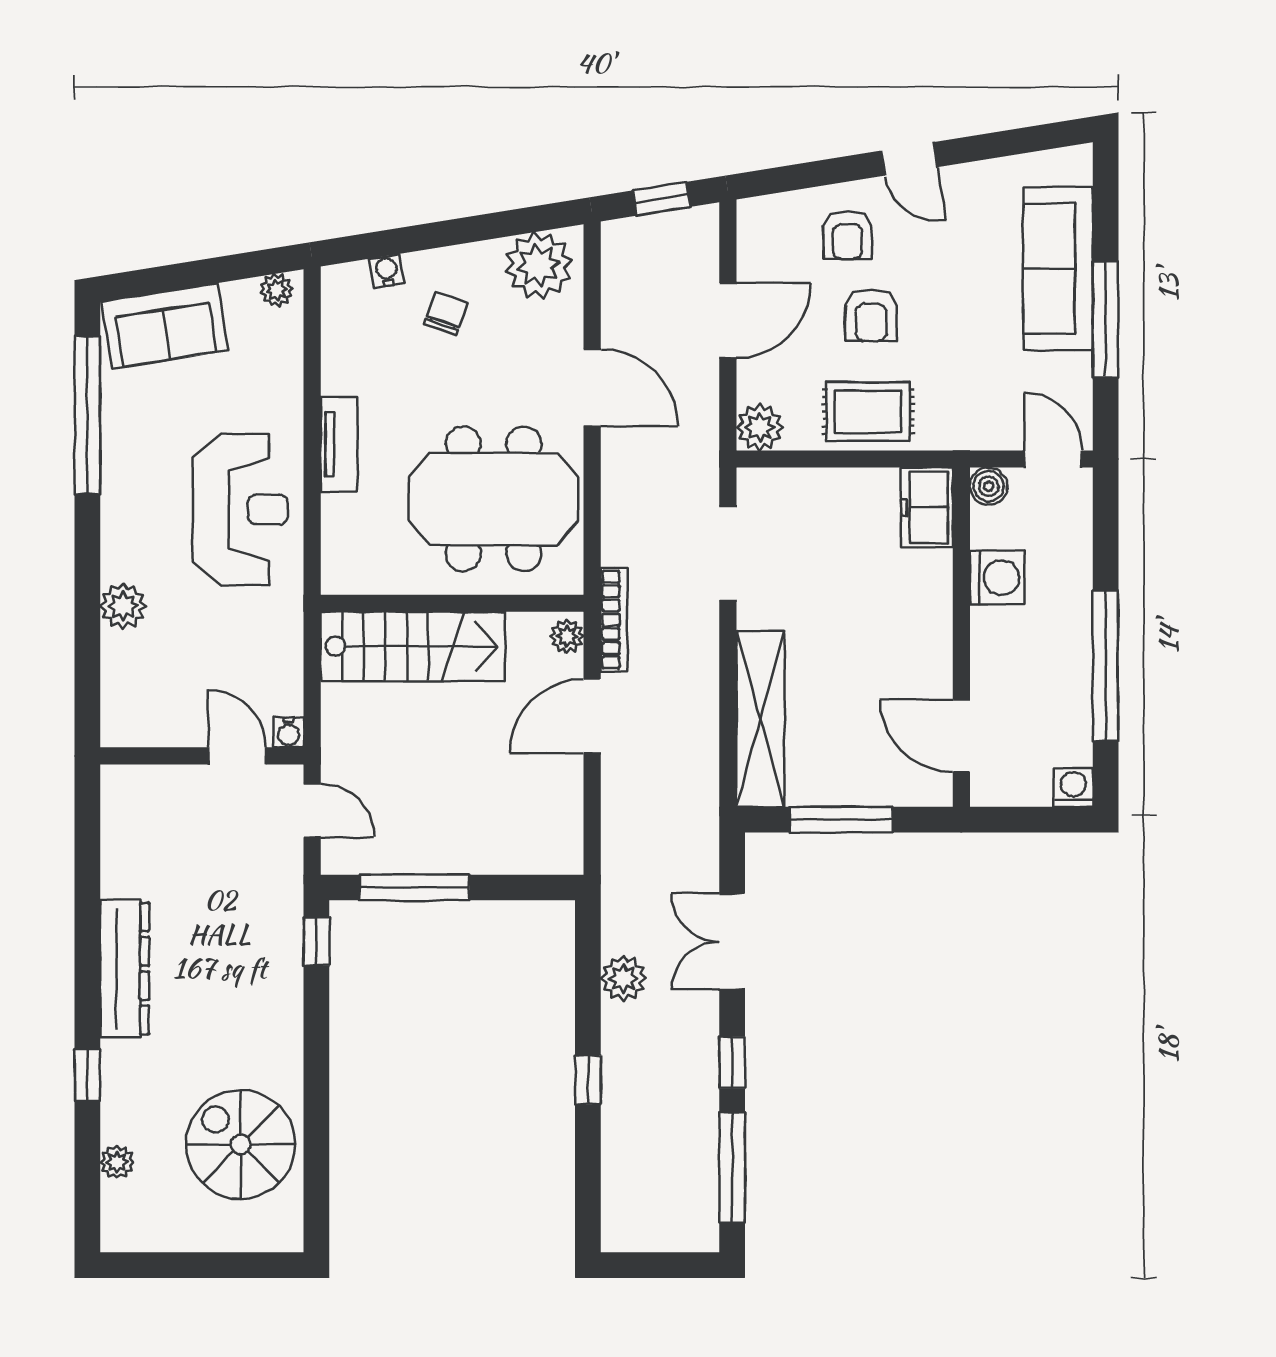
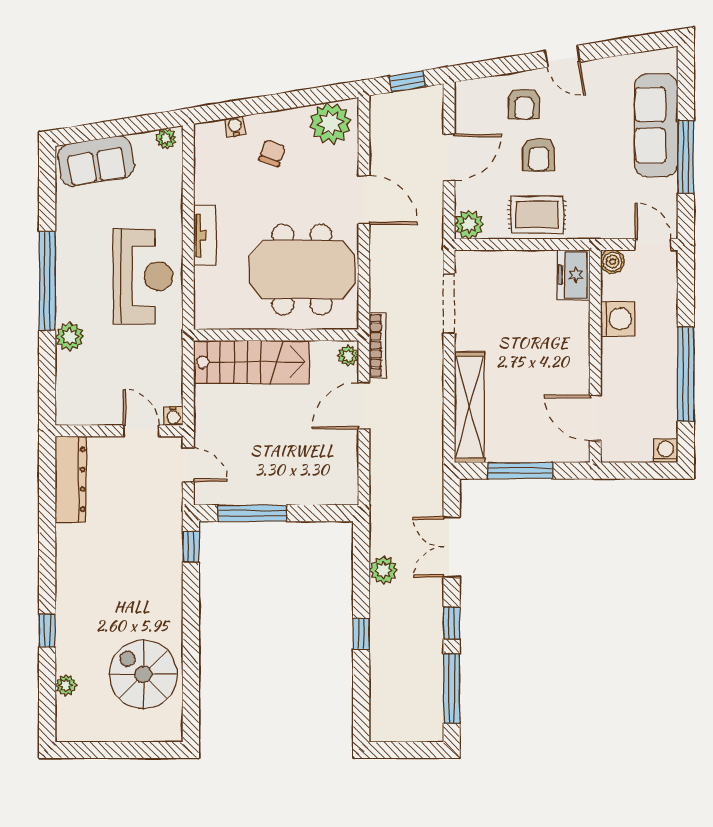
window: (87, 415) -> (47, 281), moved
dresser: (125, 968) -> (71, 479), moved

